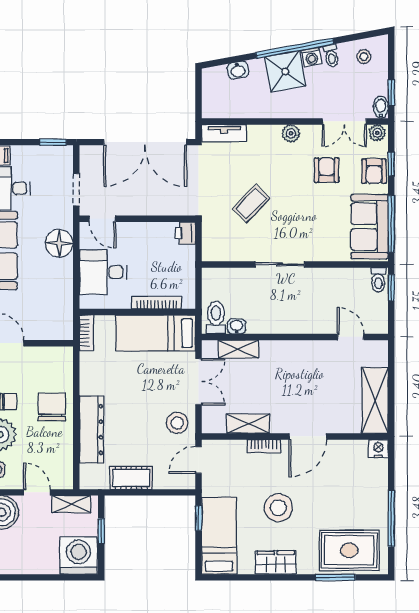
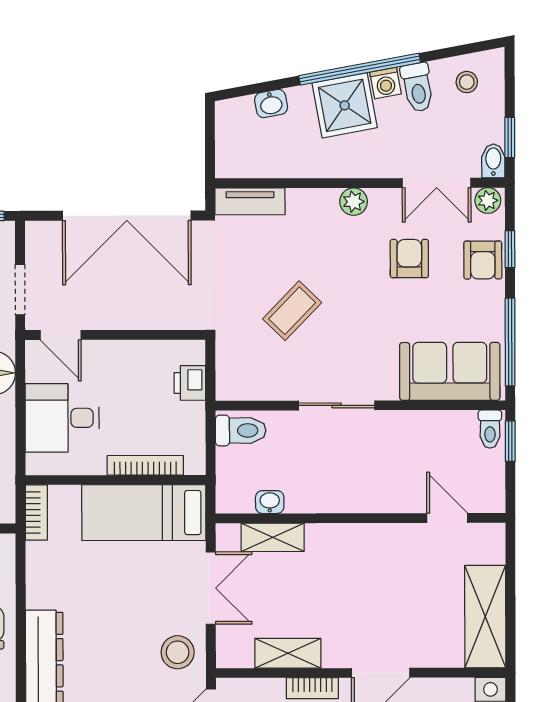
toilet: (331, 56) -> (417, 87), width x1.37, depth x1.39
sofa: (370, 227) -> (450, 371), moved, turned 90
printer: (185, 233) -> (190, 383), moved
toilet: (216, 318) -> (241, 430), moved, turned 90

